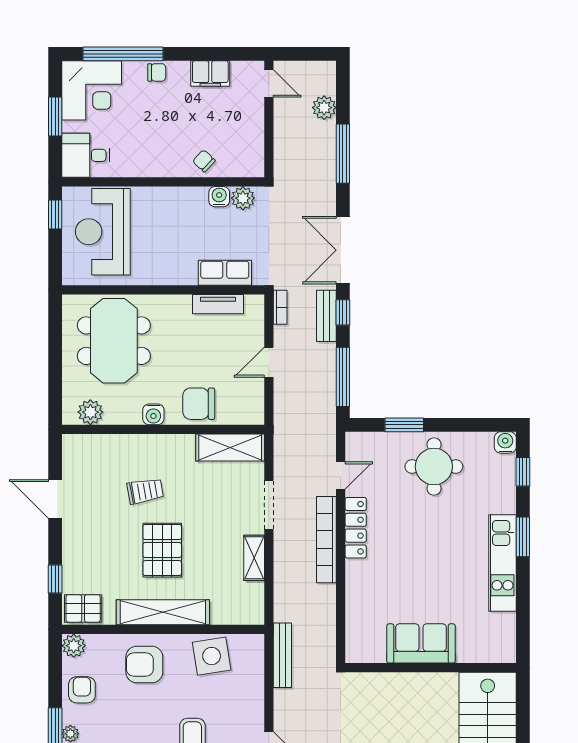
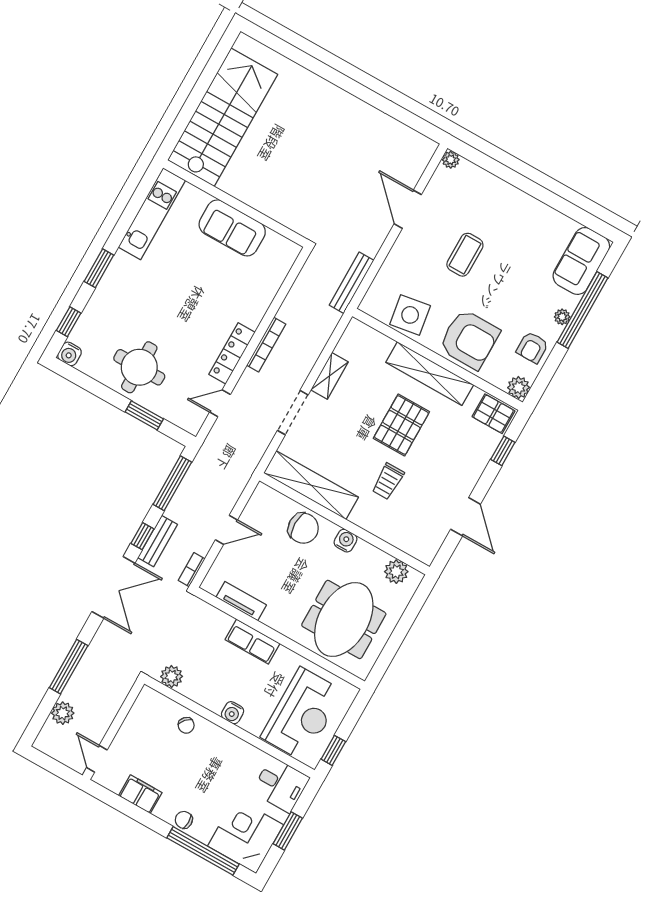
water cooler: (219, 197) -> (233, 713), moved
row of seats: (225, 273) -> (253, 642), moved
shelving: (230, 447) -> (311, 485), width x1.47
trolley: (145, 491) -> (388, 481), turned -80
bookcase: (326, 540) -> (266, 345), width x0.68, depth x0.76
kitchen unit: (502, 563) -> (152, 214), moved
armchair: (144, 664) -> (469, 339), width x1.36, depth x1.36

